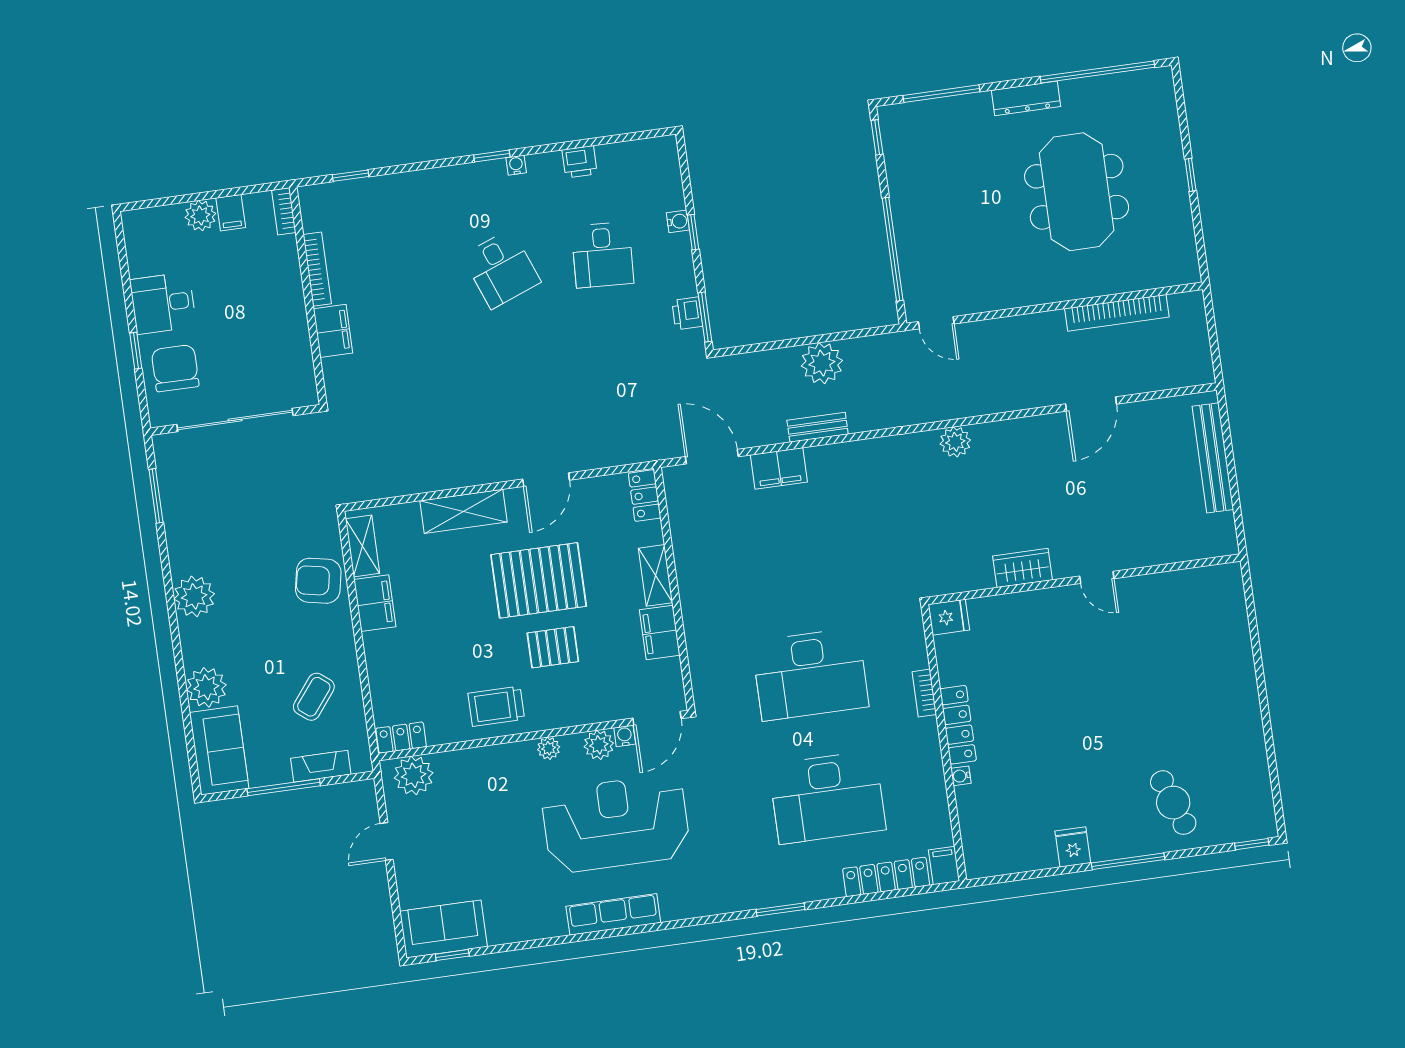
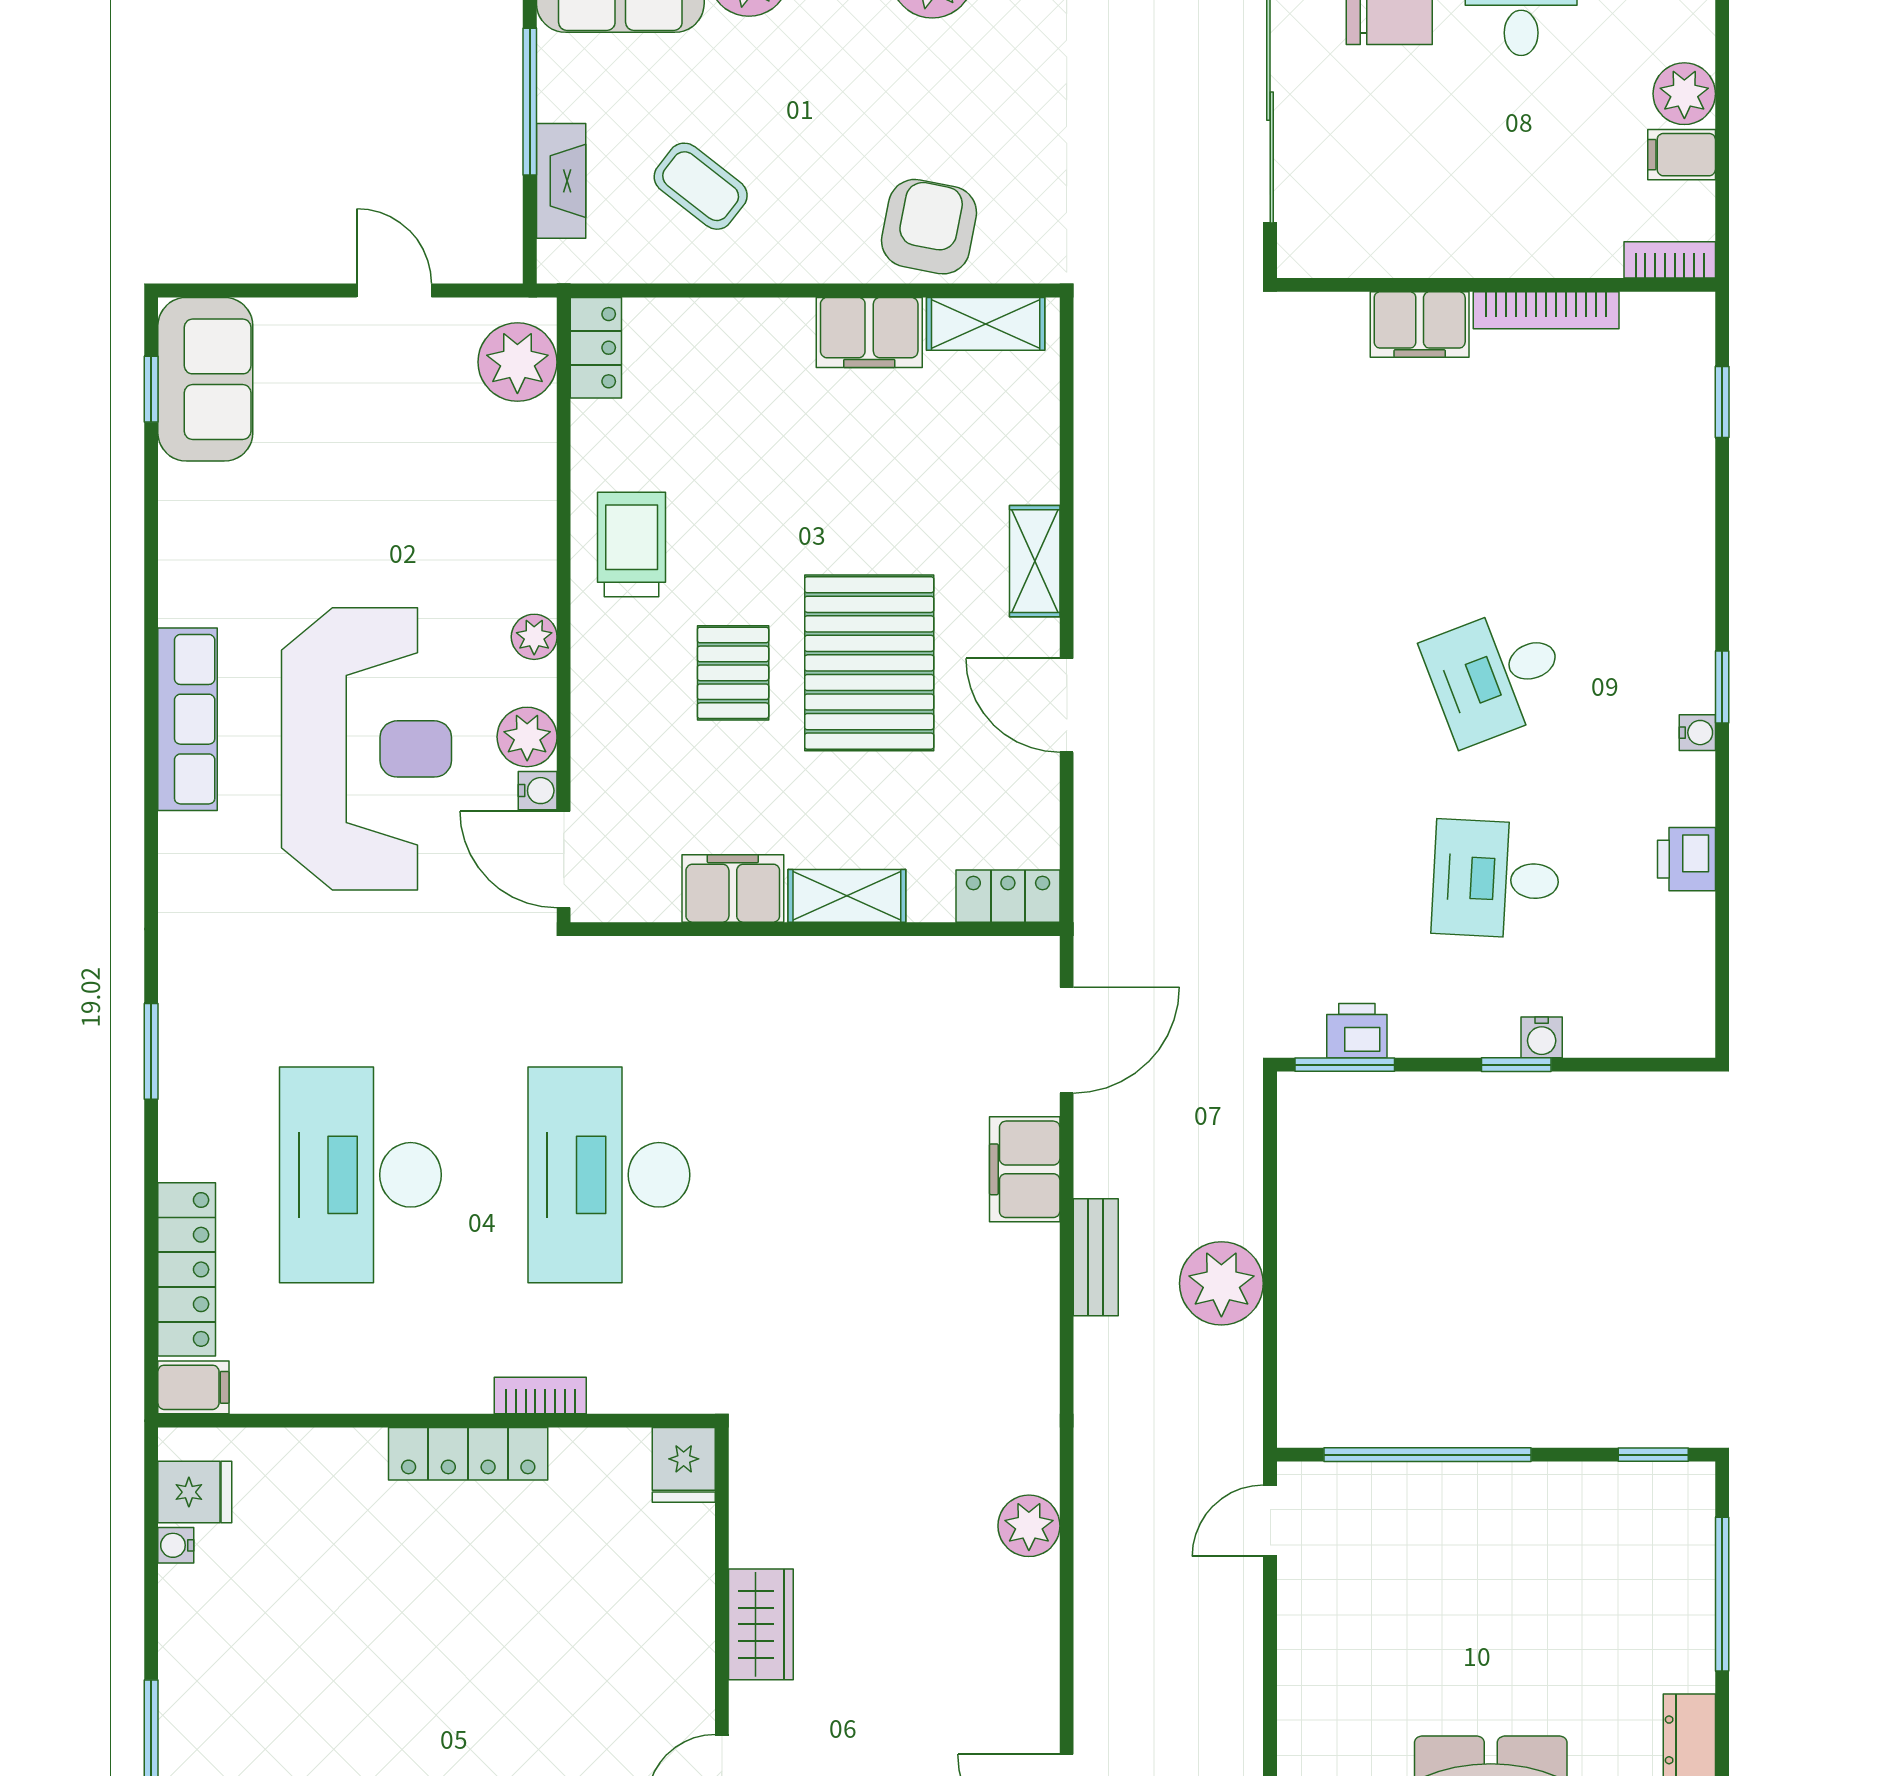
shelving: (463, 511) -> (1035, 561), width x0.67, depth x0.75
water cooler: (961, 776) -> (176, 1545), moved, turned -90
fridge: (1073, 847) -> (195, 1492), moved

